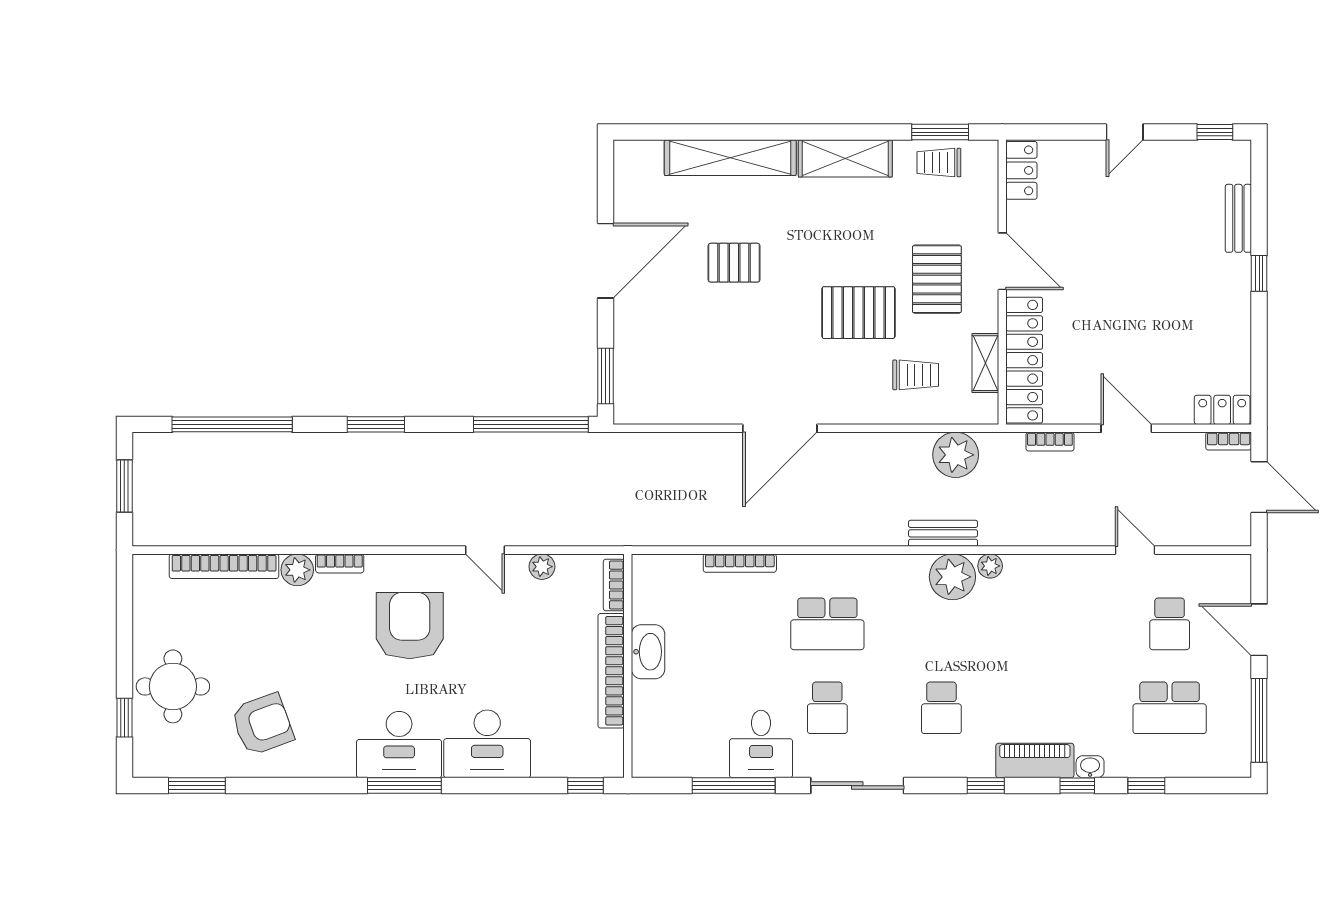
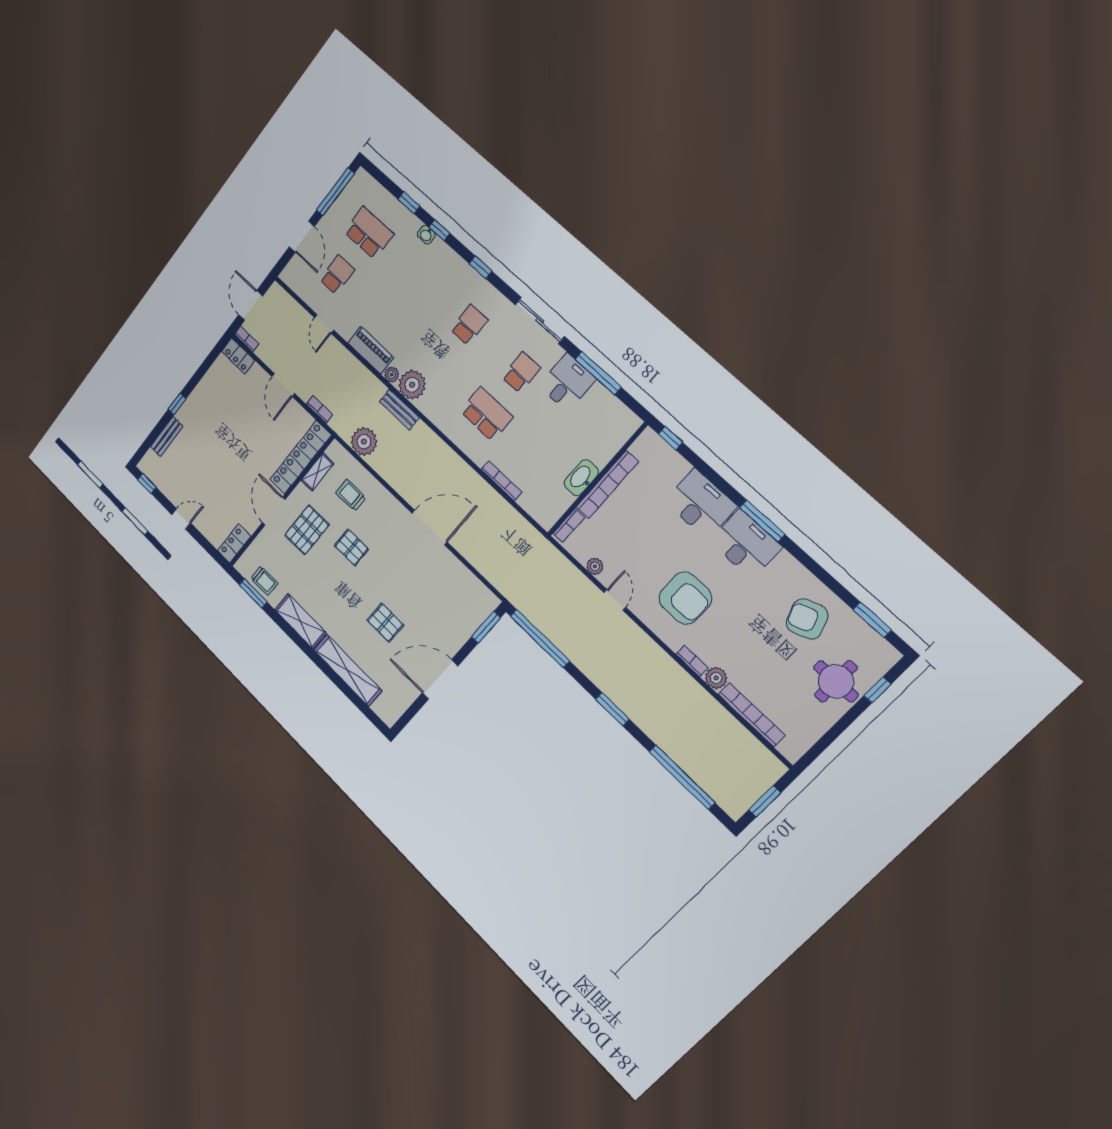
pallet: (858, 313) -> (352, 547), width x0.67, depth x0.71
armchair: (410, 626) -> (685, 598), turned -90
piano: (1035, 761) -> (371, 350), moved, turned 180

